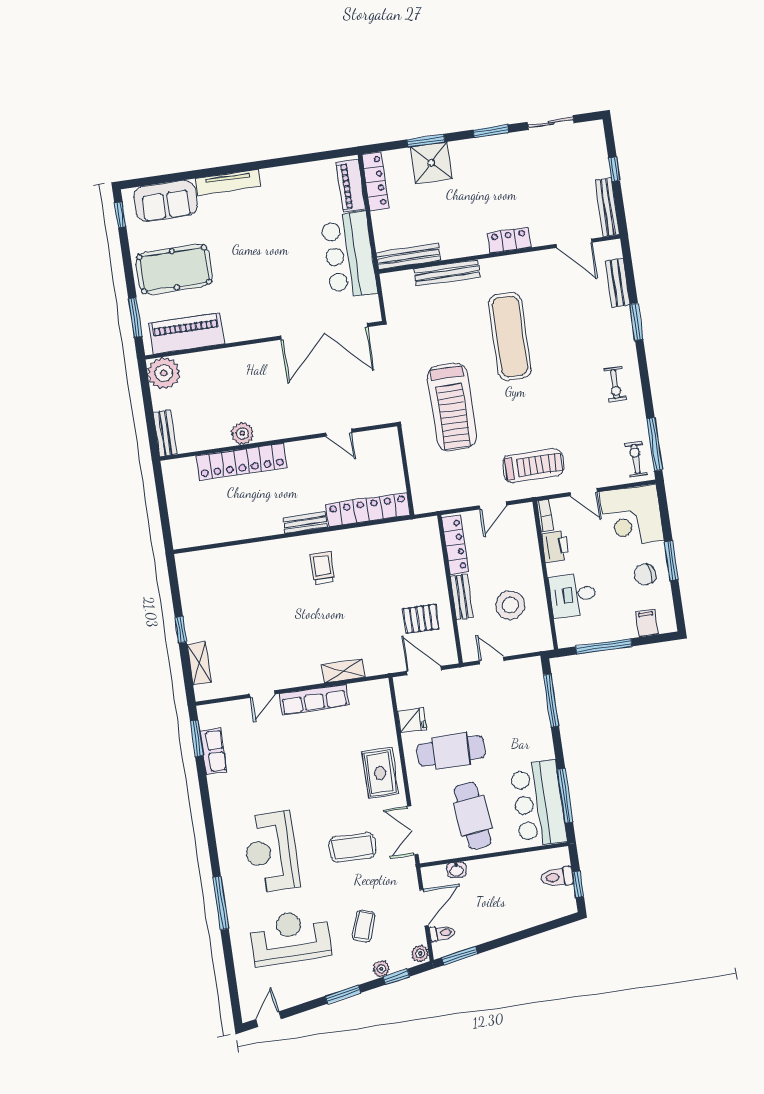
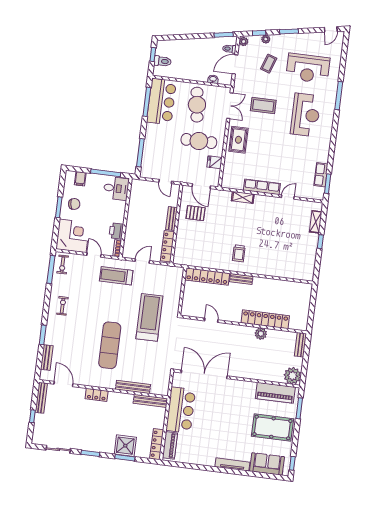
desk: (573, 595) -> (116, 188), moved
stool: (510, 605) -> (148, 207), removed

